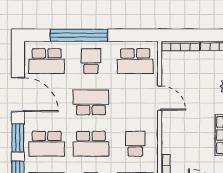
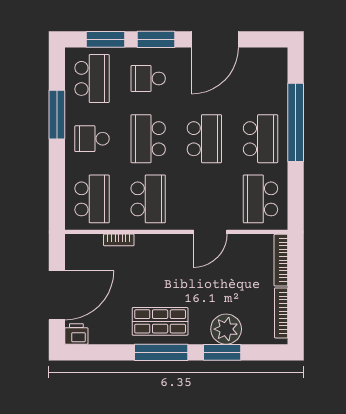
school desk: (47, 61) -> (260, 78), removed
school desk: (91, 61) -> (260, 139), width x1.85
school desk: (47, 144) -> (148, 78), width x0.54
school desk: (135, 144) -> (148, 199), width x1.85

